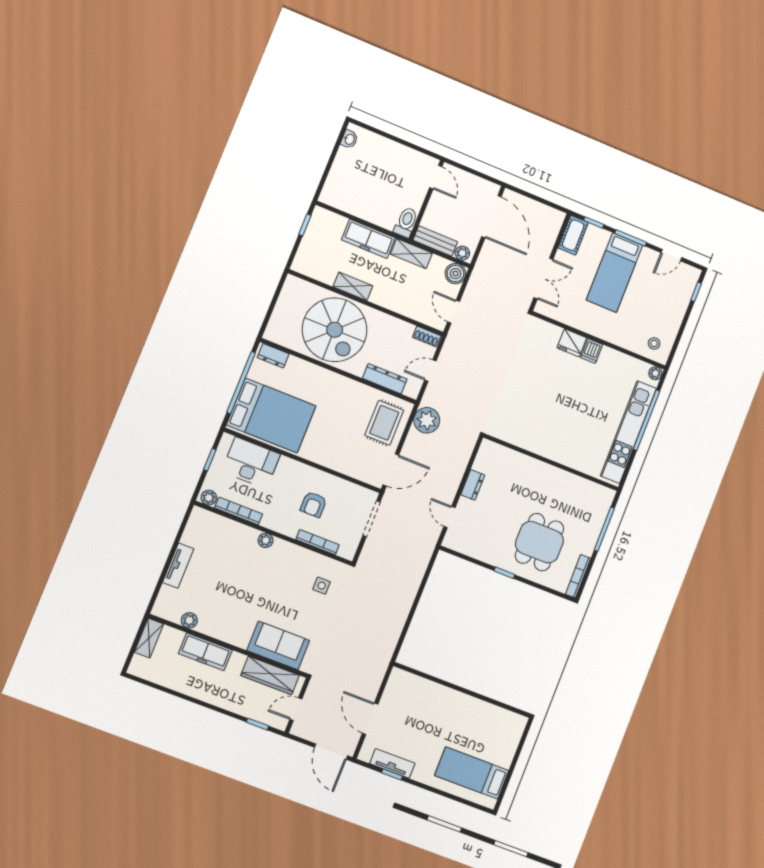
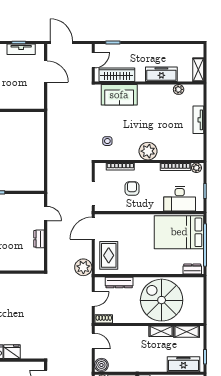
freezer: (368, 239) -> (183, 364), moved
shelving: (411, 254) -> (187, 332), moved
plant: (266, 540) -> (148, 151), width x1.88, depth x1.88

